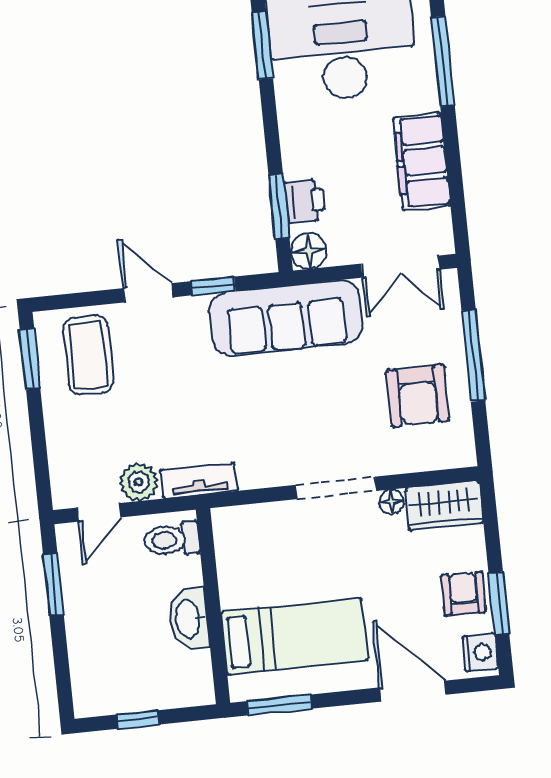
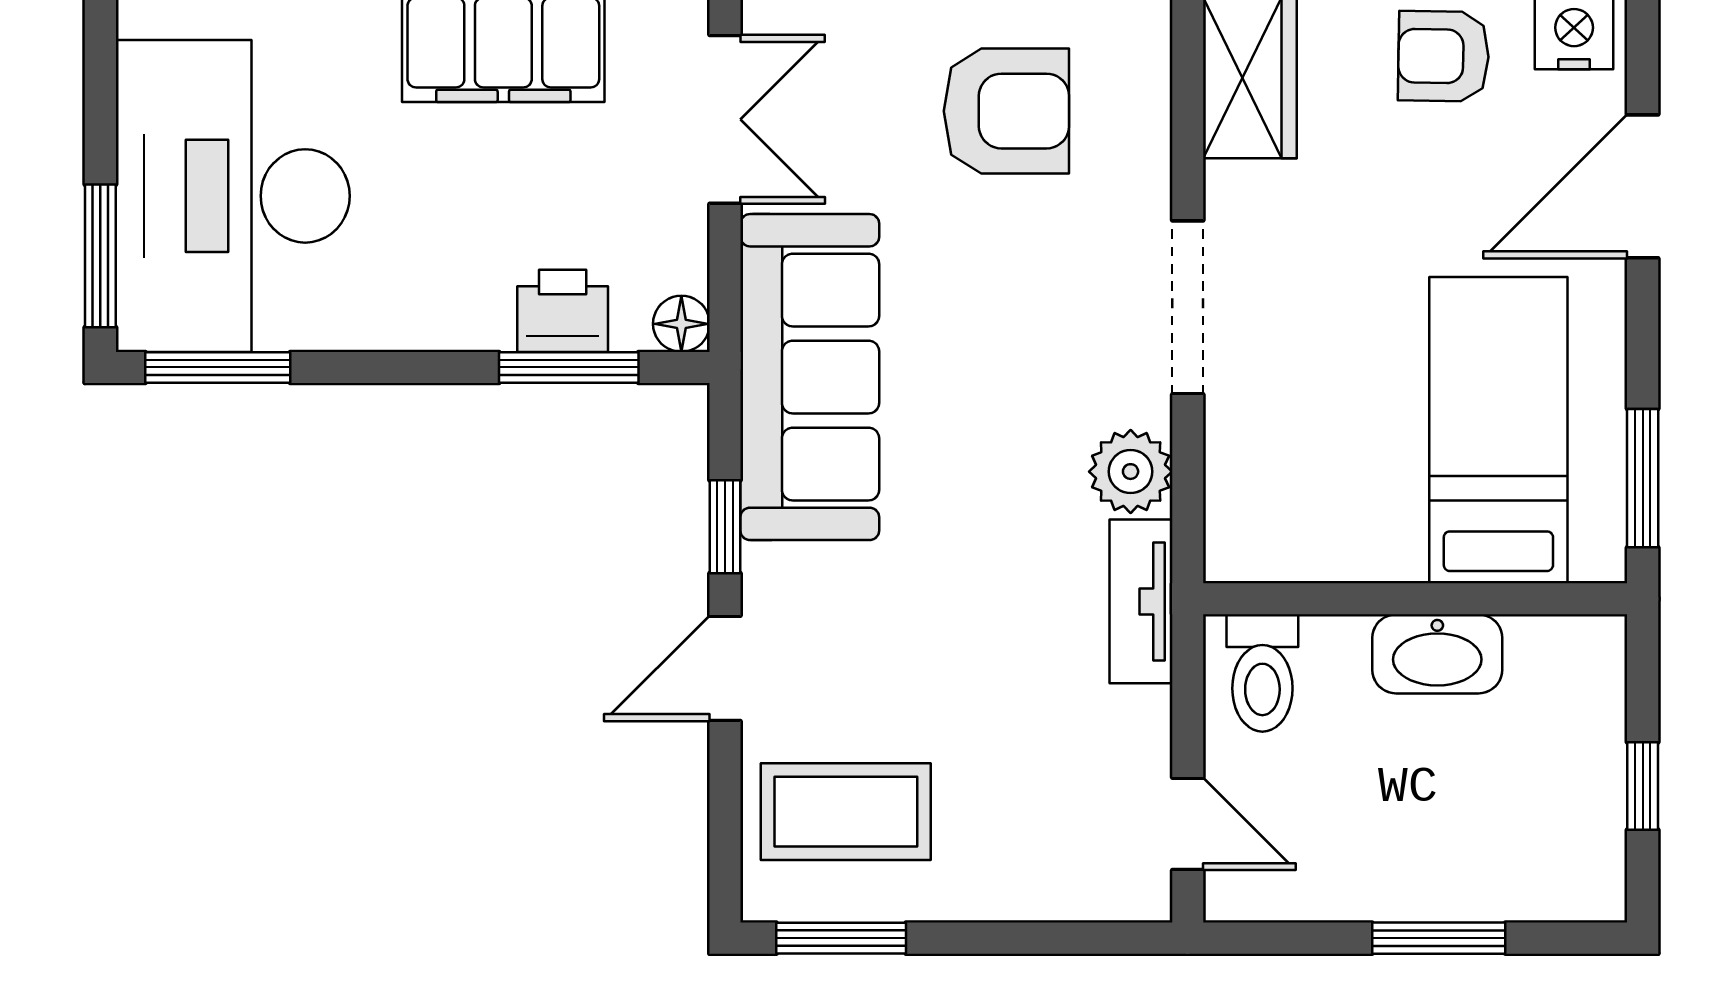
floor lamp: (309, 251) -> (681, 324), width x0.73, depth x0.73
plant: (139, 482) -> (1131, 472), moved
floor lamp: (391, 502) -> (1230, 191), removed
window: (53, 585) -> (1439, 938), moved

